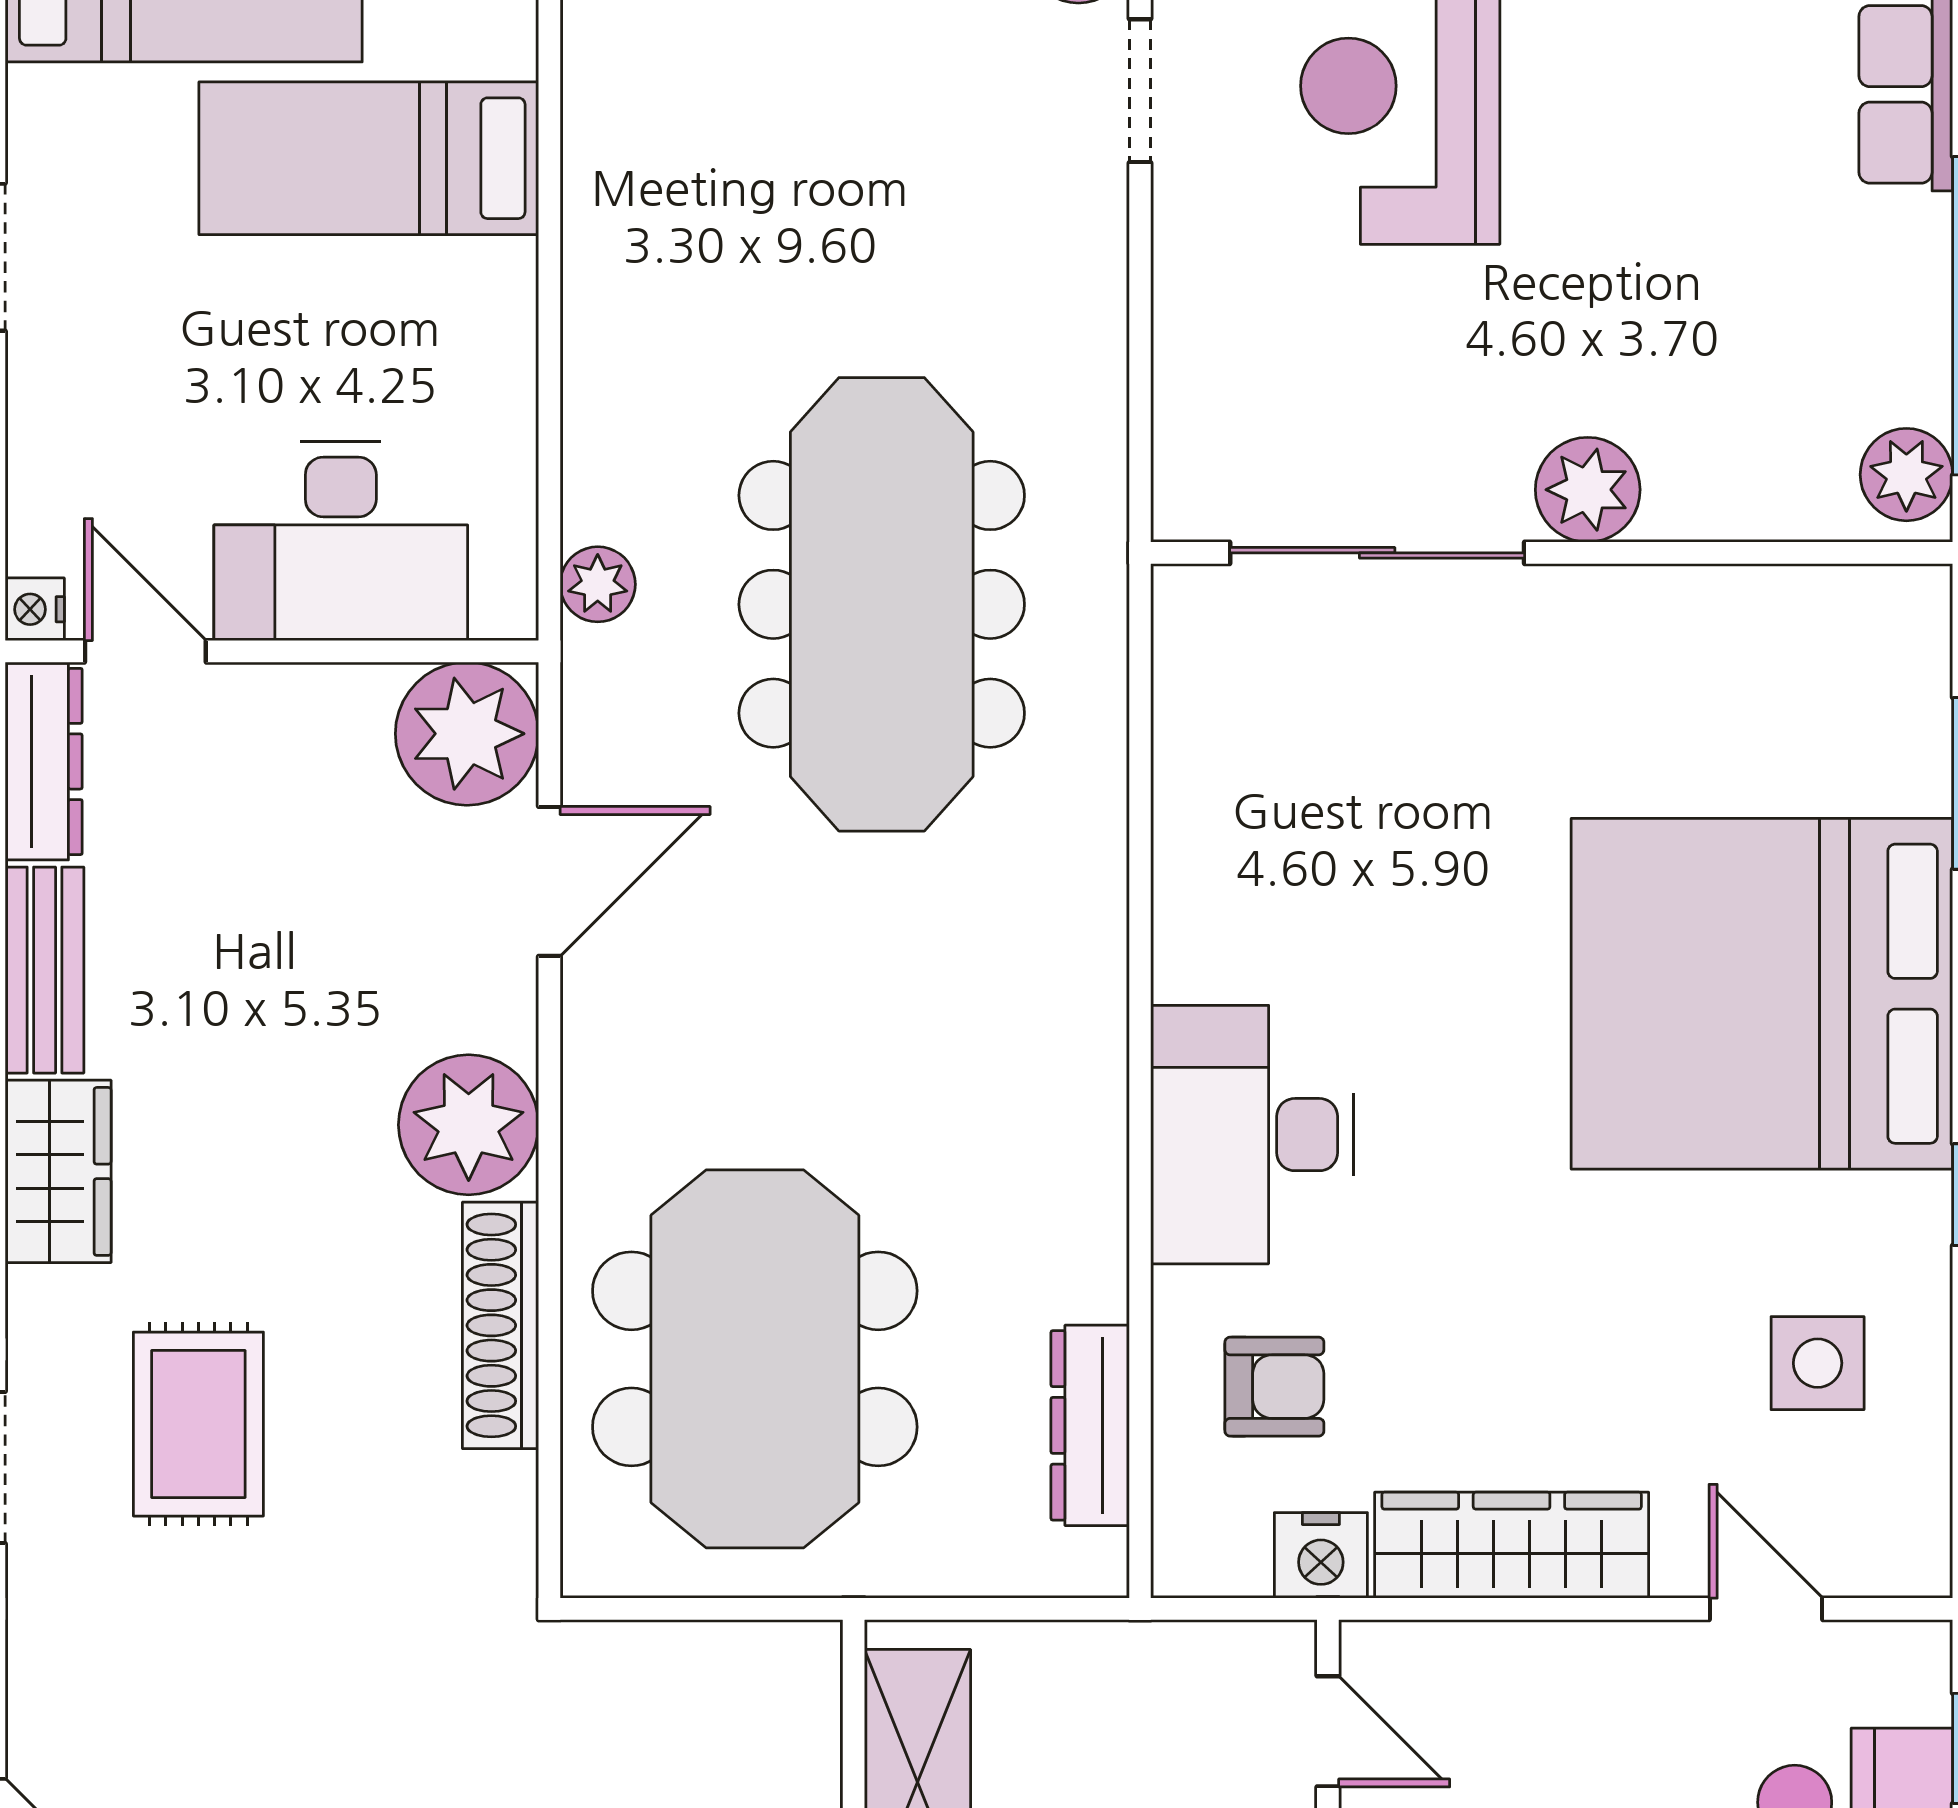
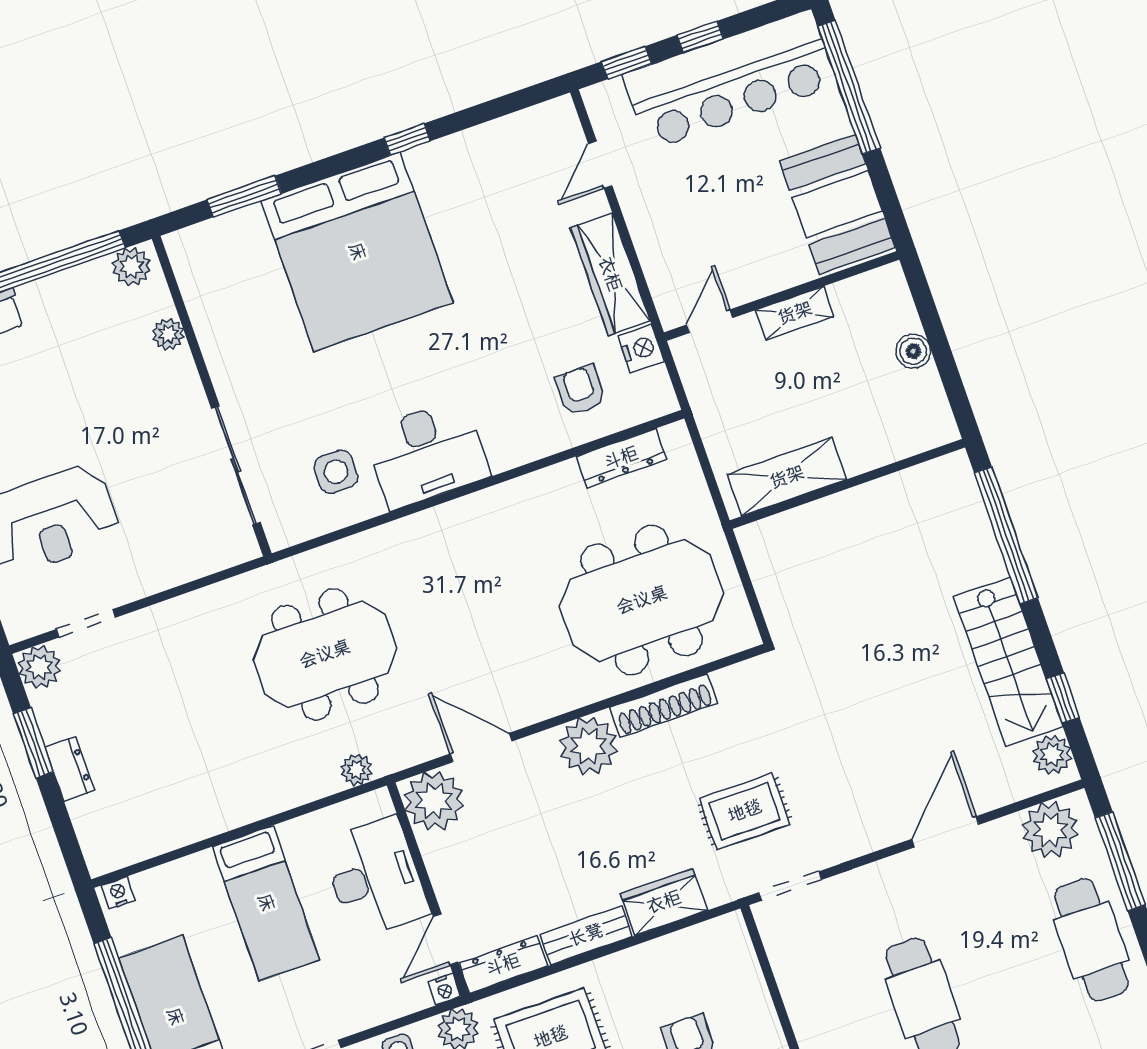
bed: (369, 158) -> (266, 903), moved
plant: (1588, 490) -> (168, 334), moved, width x0.73, depth x0.73
meeting table: (882, 604) -> (325, 654), width x0.73
desk: (1252, 1135) -> (427, 454), moved
side table: (1818, 1363) -> (336, 472), moved

